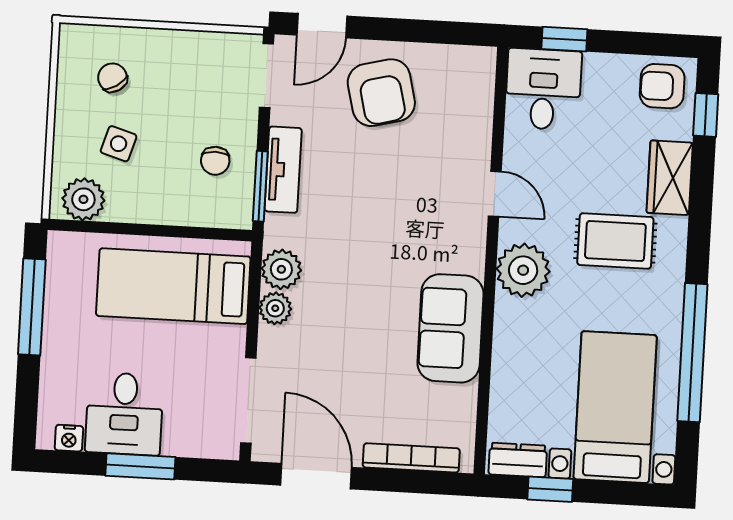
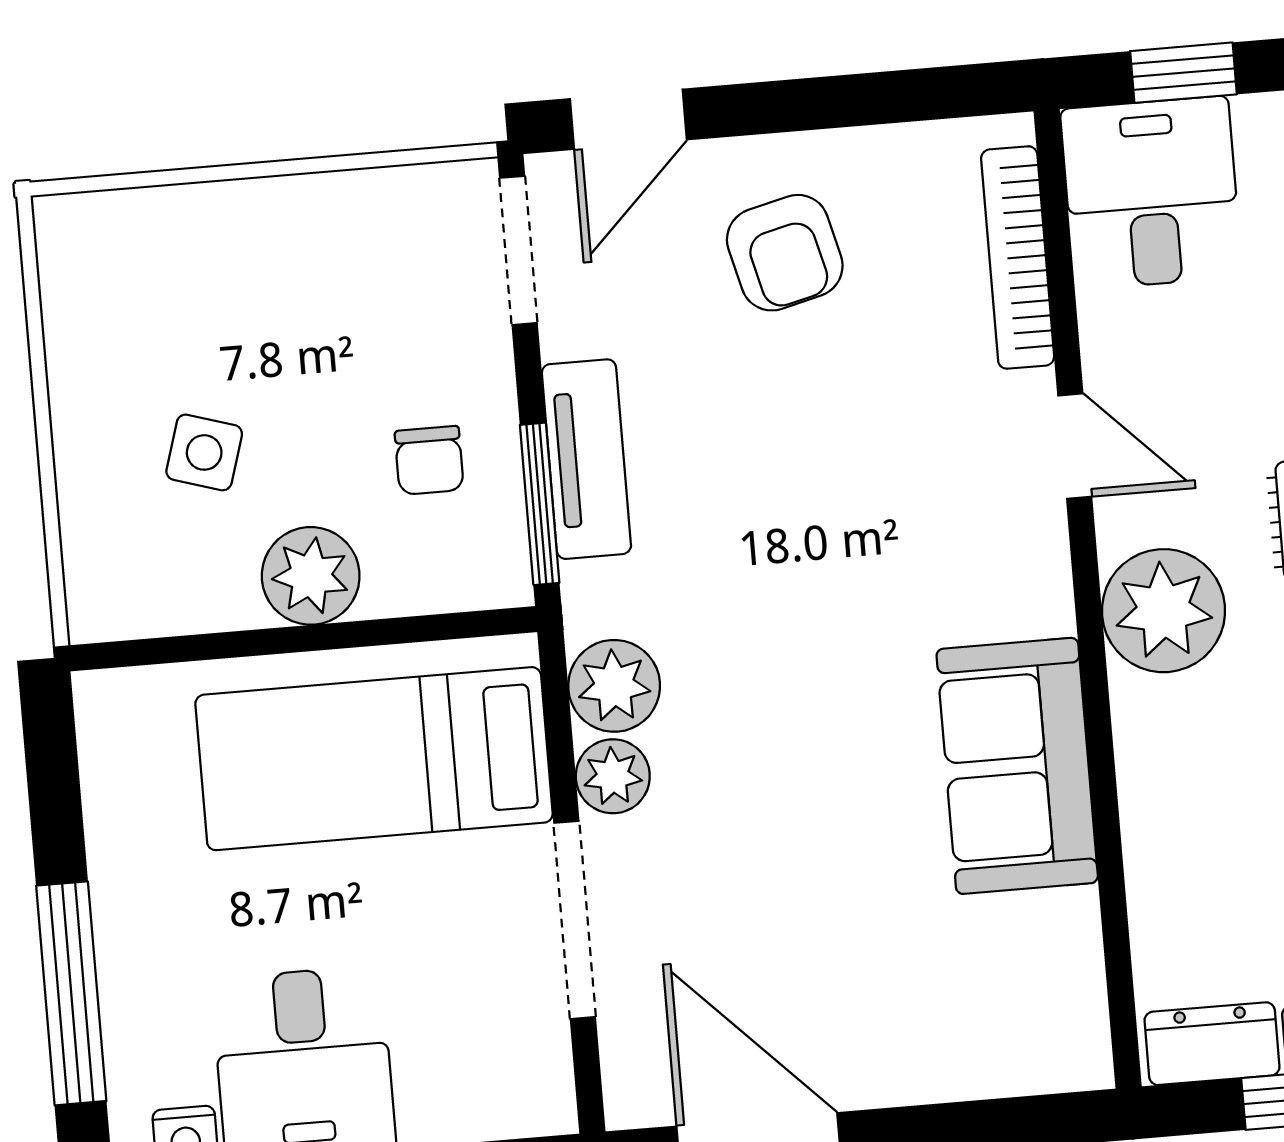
chair: (112, 78) -> (169, 304), removed
armchair: (381, 93) -> (785, 253), width x0.72, depth x0.72
plant: (83, 199) -> (311, 576), moved
window: (32, 307) -> (71, 993), moved
doorway: (248, 401) -> (575, 920), moved
bookcase: (411, 458) -> (1018, 257), moved, turned -90

